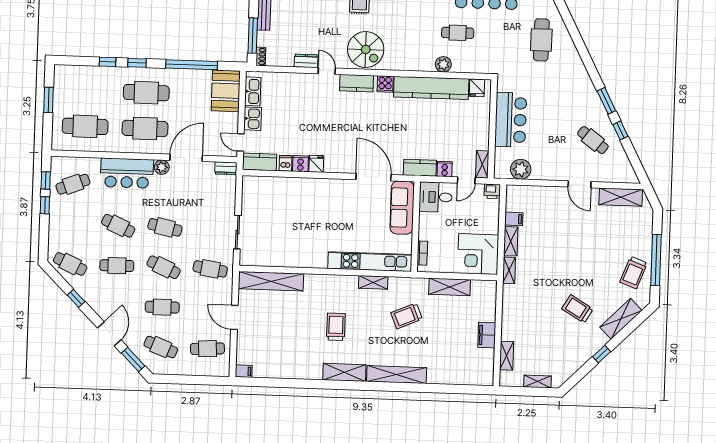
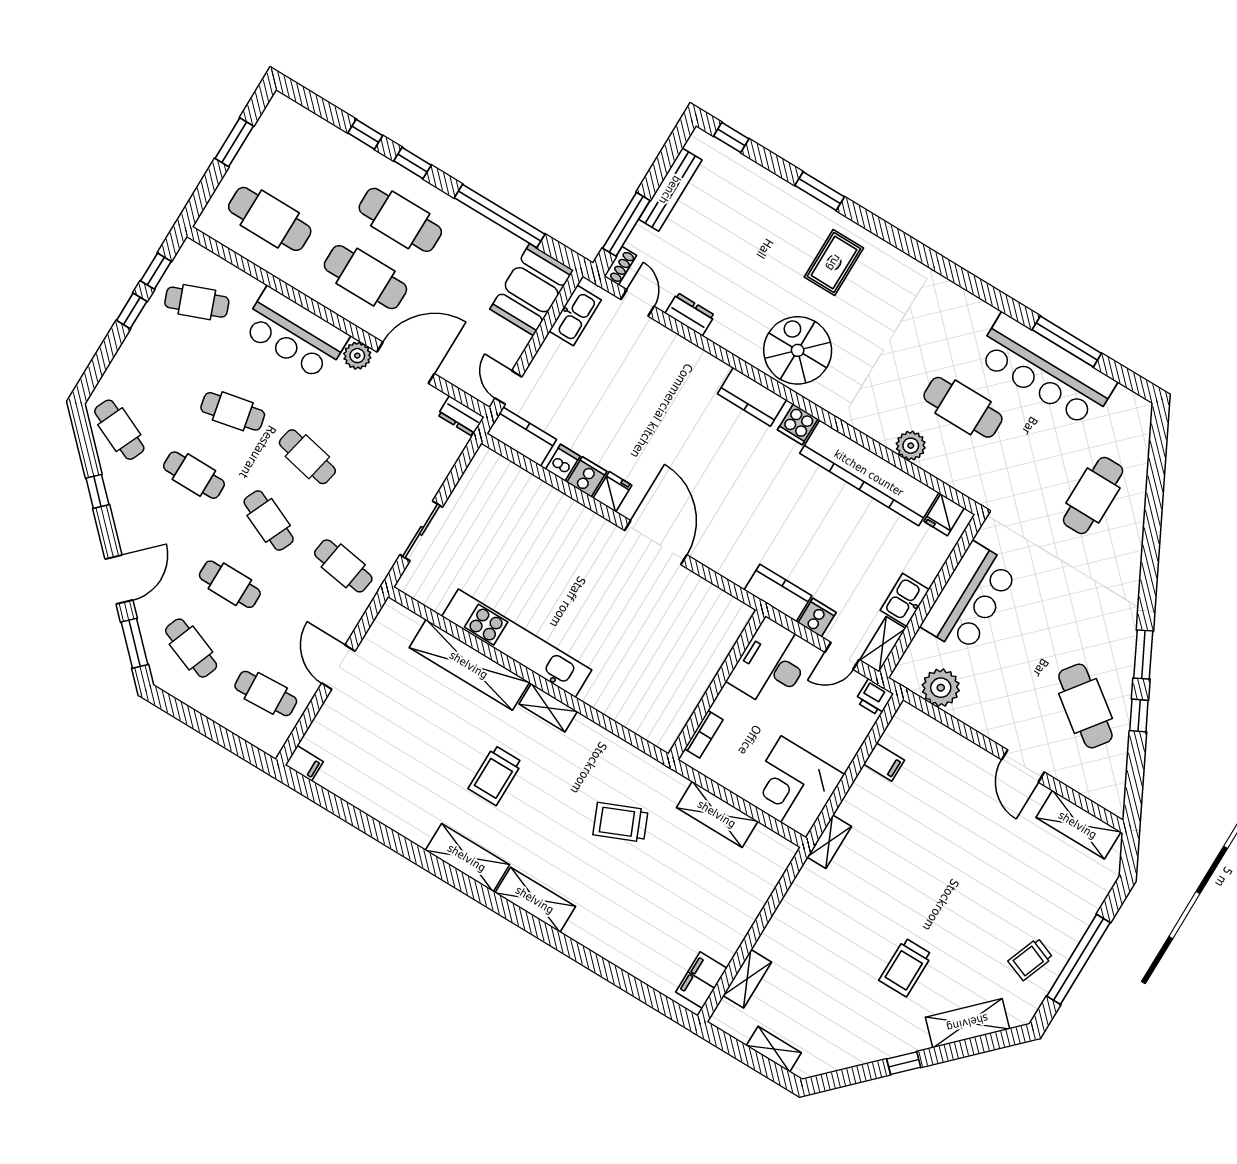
cafe table: (458, 33) -> (963, 407), width x1.37, depth x1.35
spiral stairs: (366, 50) -> (798, 350), turned 180
door: (327, 71) -> (638, 303), moved
kitchen sink: (253, 119) -> (905, 600), moved, turned 180
cafe table: (593, 140) -> (1085, 706), width x1.37, depth x1.35
door: (374, 177) -> (656, 543), moved
desk: (436, 197) -> (771, 664), width x1.37
sofa: (402, 208) -> (712, 642), removed
cafe table: (118, 226) -> (233, 411), turned -36
shelving: (511, 241) -> (859, 796), removed
kitchen unit: (370, 262) -> (517, 643), moved
trolley: (634, 273) -> (1030, 959), width x0.73, depth x0.72
shelving: (271, 281) -> (469, 665), moved
shelving: (373, 282) -> (548, 708), moved
trolley: (577, 309) -> (906, 967), turned -121
trolley: (336, 327) -> (495, 775), turned 180
filing cabinet: (487, 335) -> (701, 980), moved
shelving: (397, 375) -> (535, 900), width x0.68

